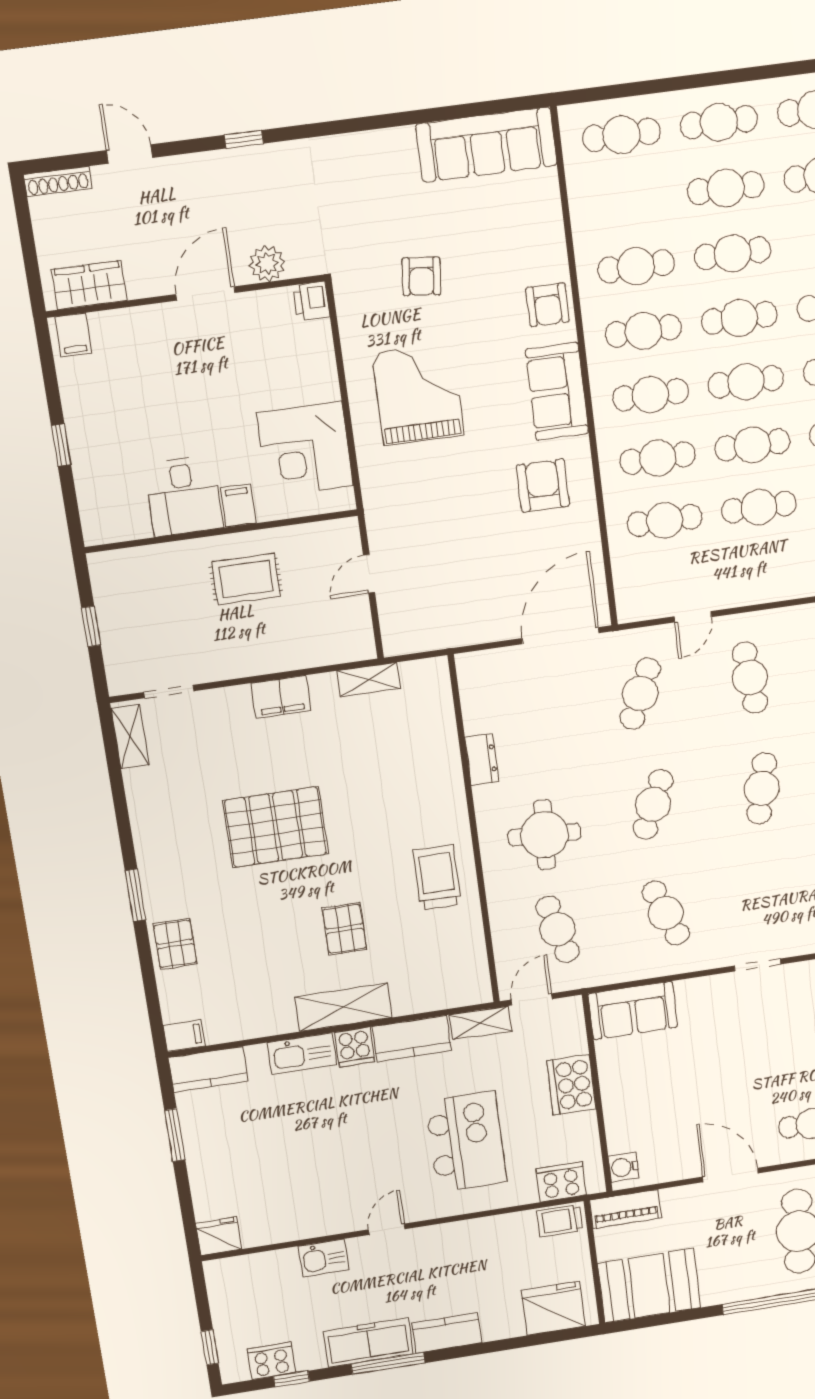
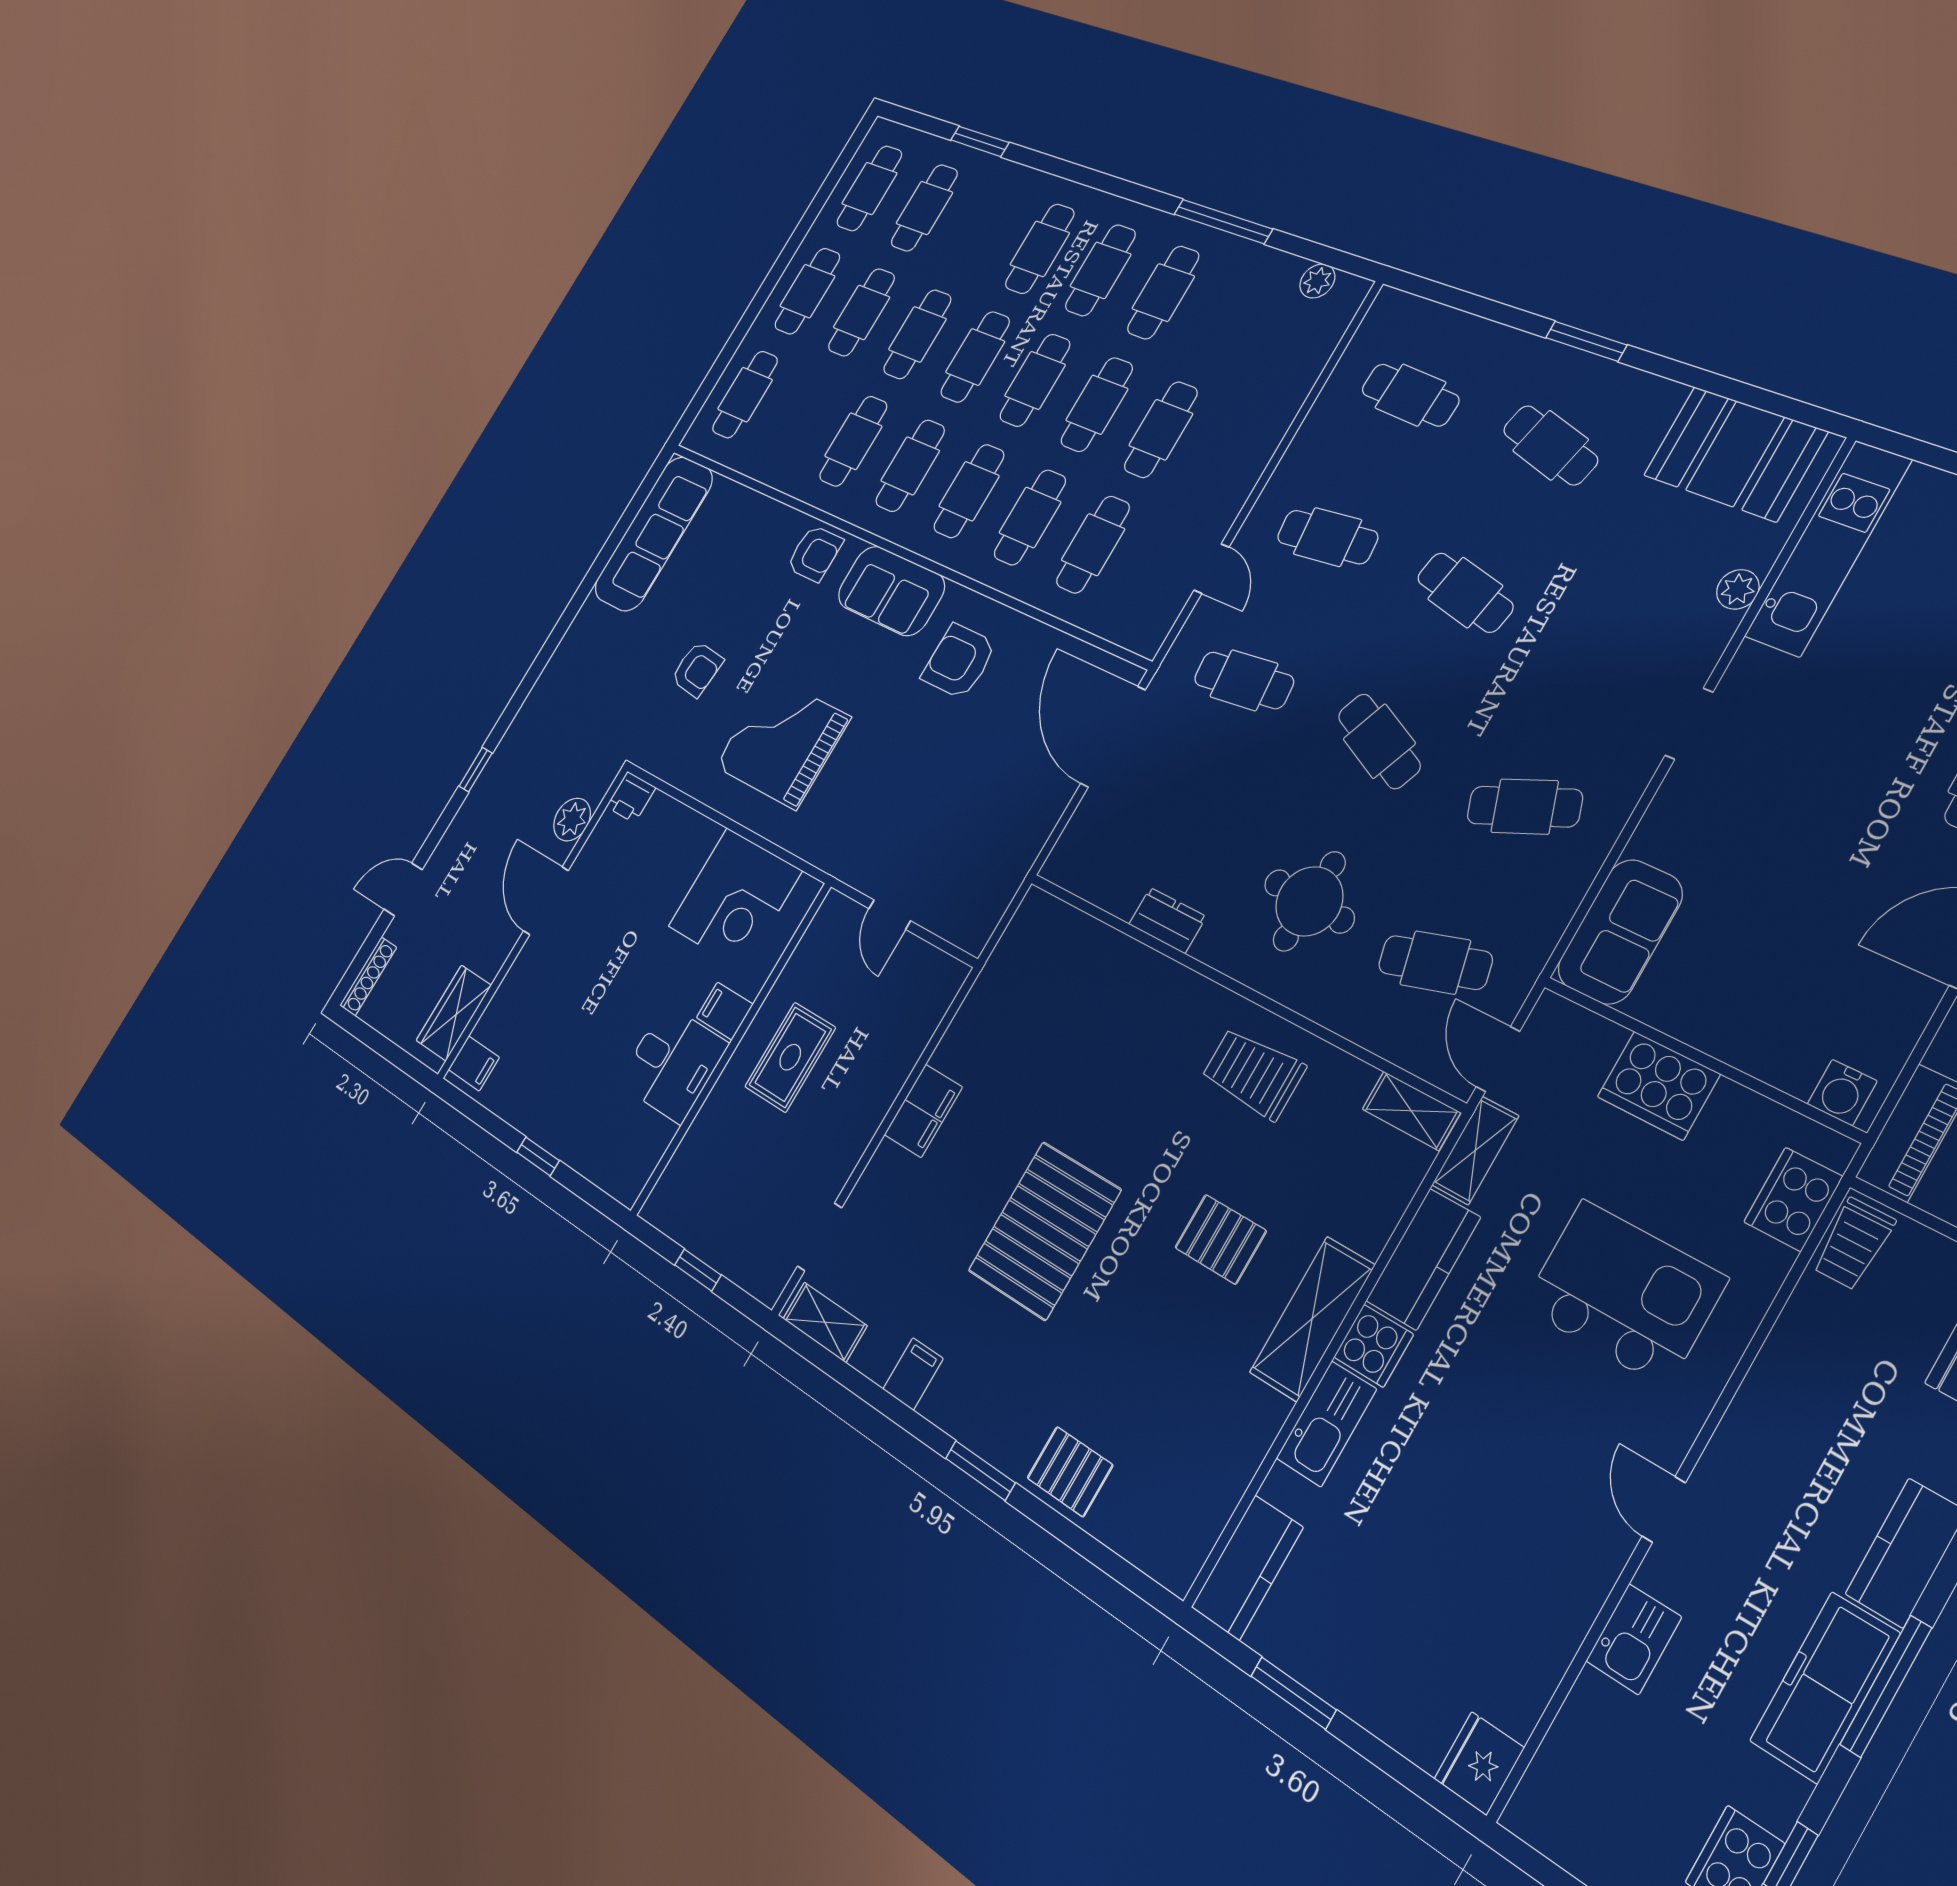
shelving: (369, 680) -> (1411, 1111), moved, turned 90
cafe table: (640, 694) -> (1244, 680), turned -30
filing cabinet: (184, 1036) -> (913, 1374), moved

